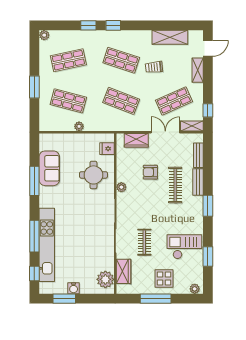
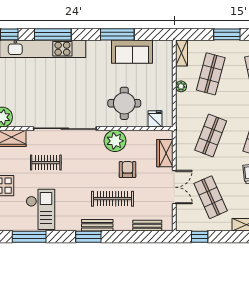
shelving: (192, 126) -> (181, 53), moved
bench: (198, 182) -> (97, 225), moved
plant: (121, 187) -> (115, 141), width x1.88, depth x1.88
window: (208, 257) -> (29, 237), width x1.44

